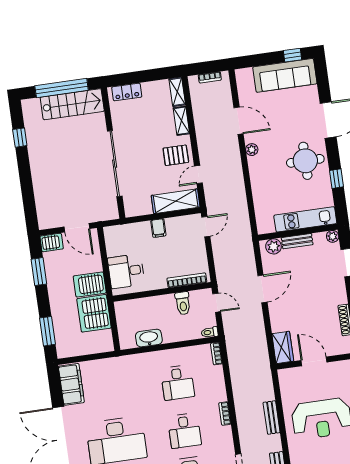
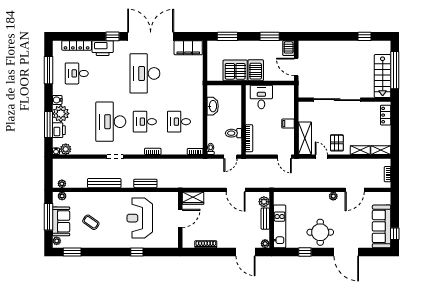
door: (77, 228) -> (296, 67), hinge flipped

